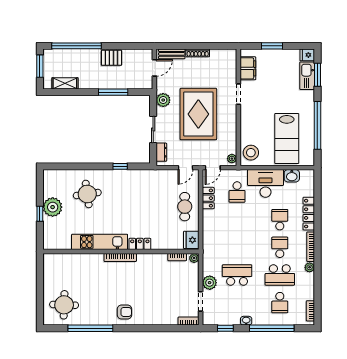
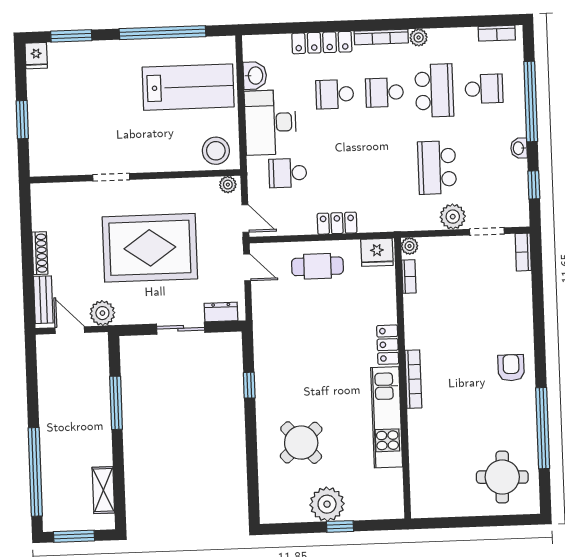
pallet: (111, 58) -> (54, 408), removed
filing cabinet: (248, 68) -> (64, 162), removed
kitchen sink: (307, 76) -> (74, 55), removed
plant: (163, 100) -> (102, 313), moved
school desk: (237, 192) -> (288, 173), turned 180
round table: (87, 194) -> (301, 443), turned -34
locker: (208, 198) -> (337, 223), moved

